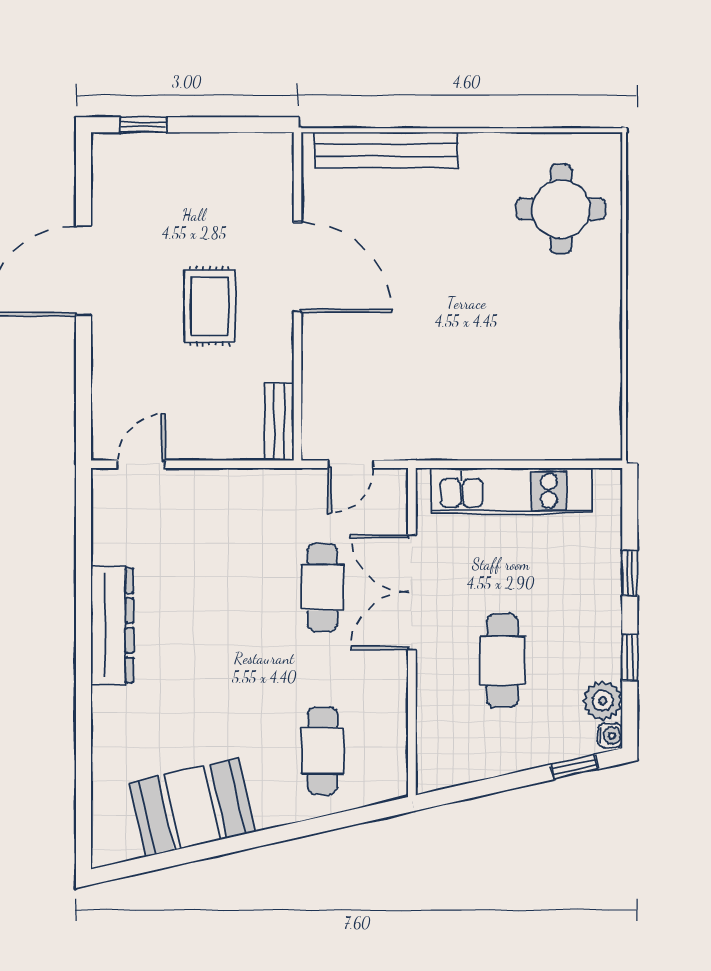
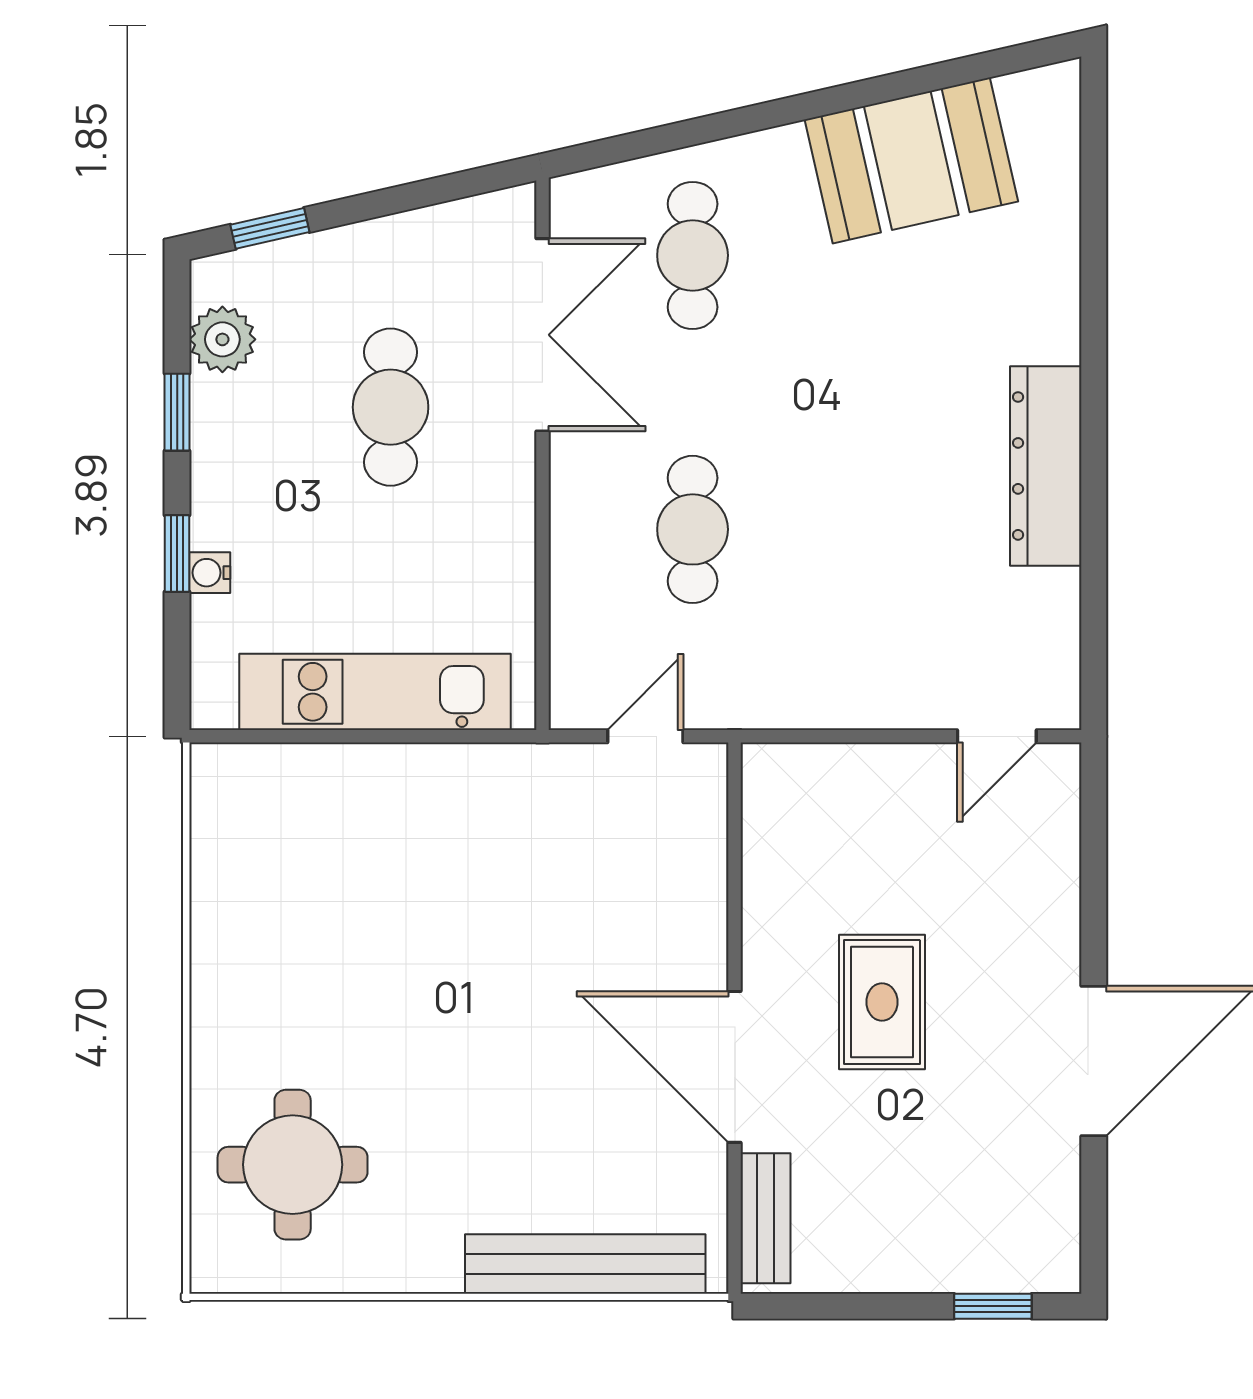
bench: (279, 422) -> (766, 1218), moved
double door: (412, 592) -> (542, 335), moved
water cooler: (610, 735) -> (210, 573), moved

